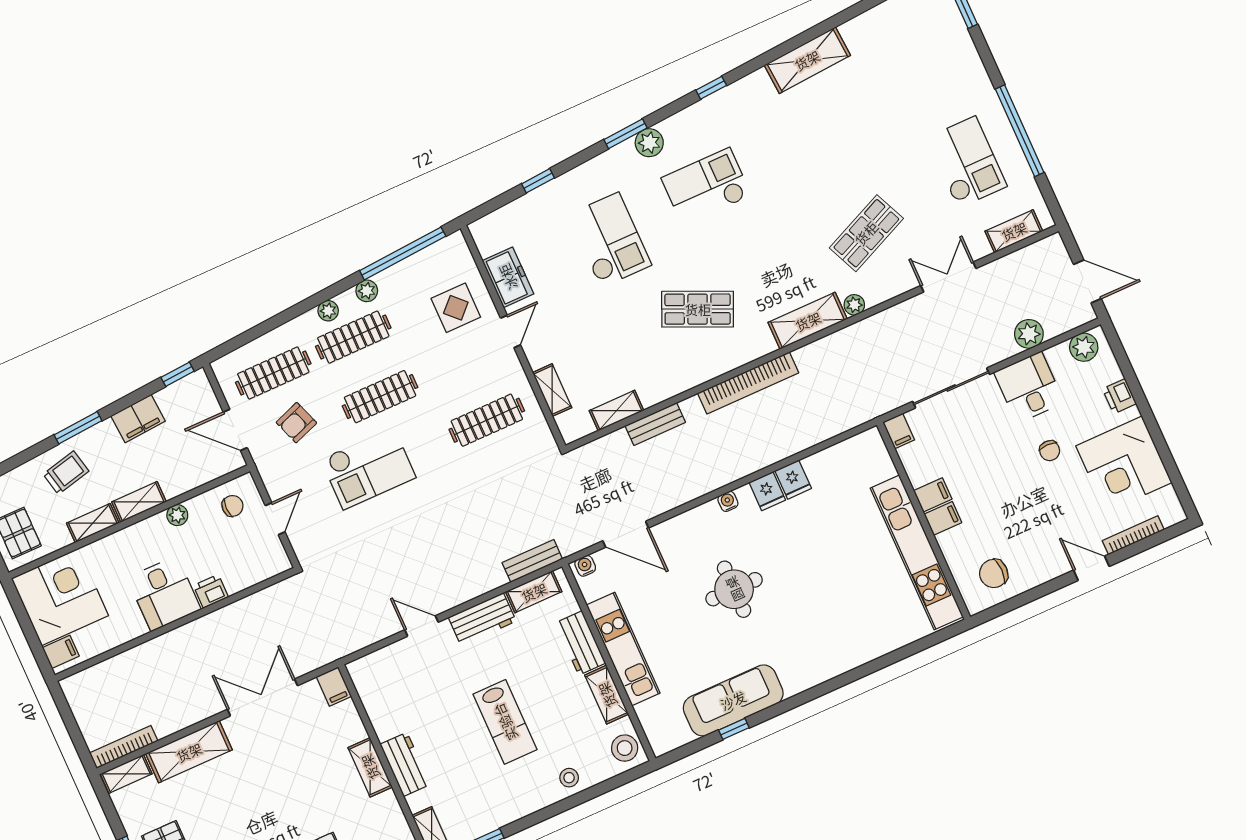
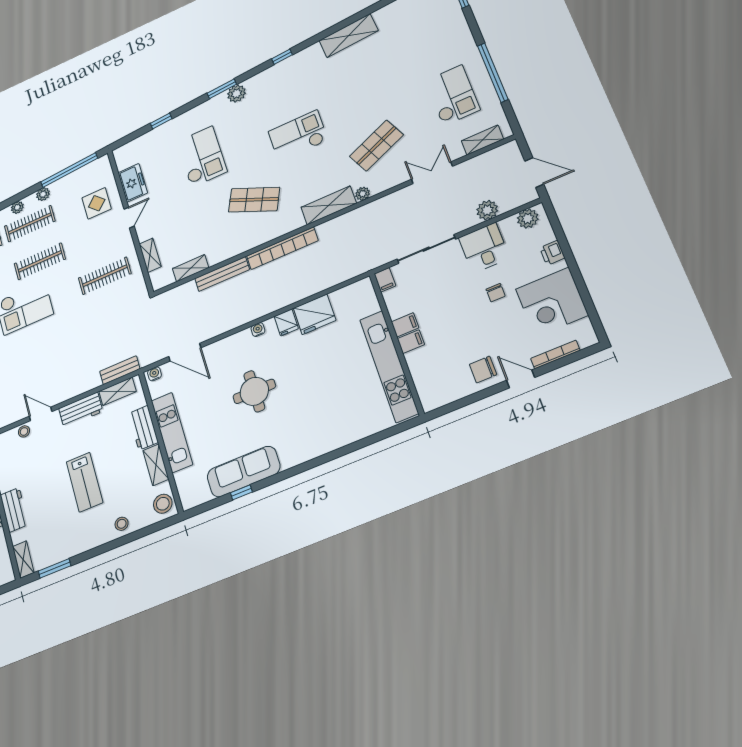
checkout: (706, 187) -> (298, 136), moved
bench: (655, 424) -> (222, 274), width x1.36
fridge: (793, 480) -> (315, 314), width x1.88, depth x1.34
chair: (994, 574) -> (483, 369), moved
stool: (400, 652) -> (24, 431), added

